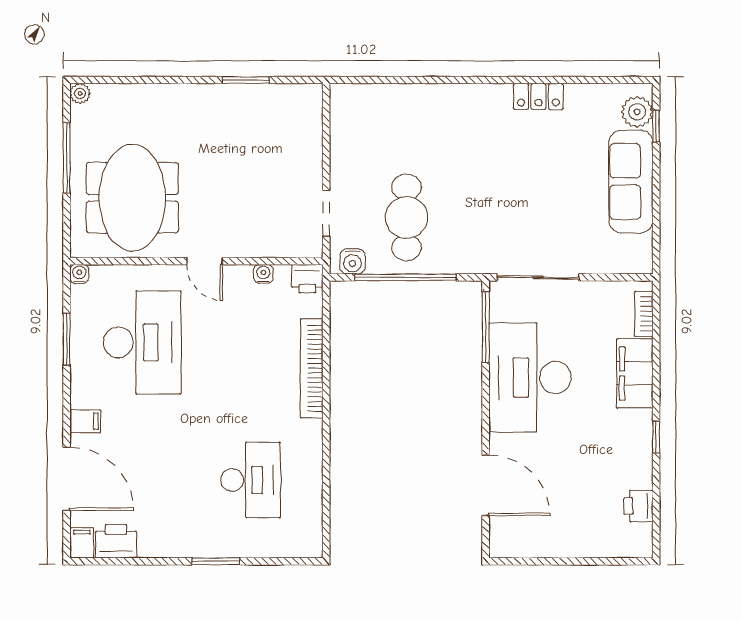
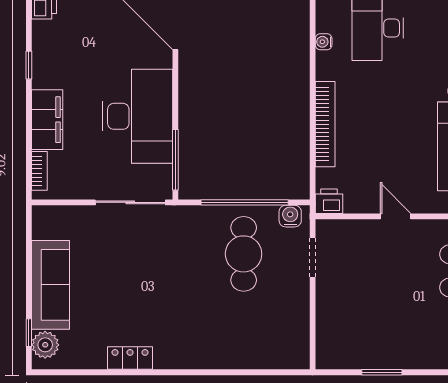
door: (205, 261) -> (396, 216), moved
water cooler: (263, 274) -> (324, 42), moved, turned 90

